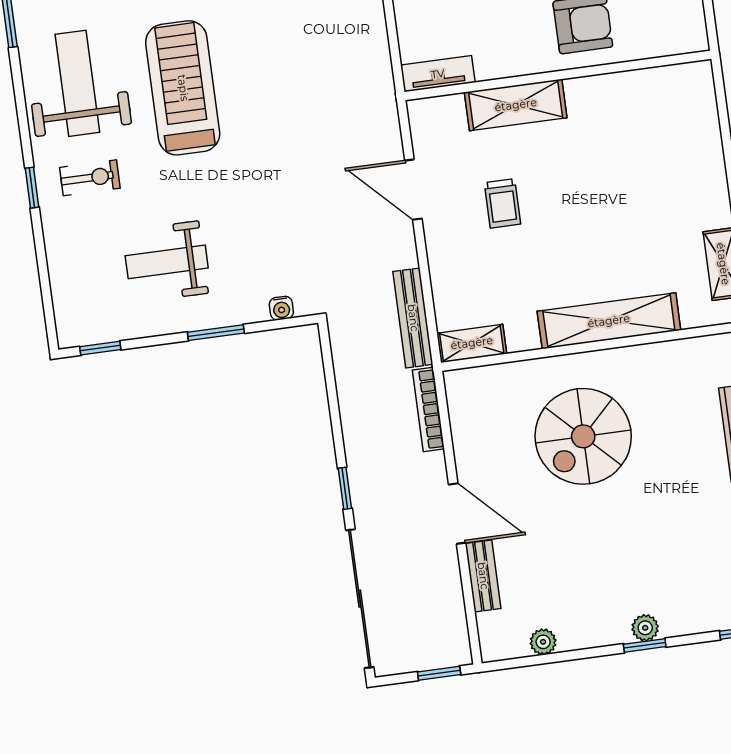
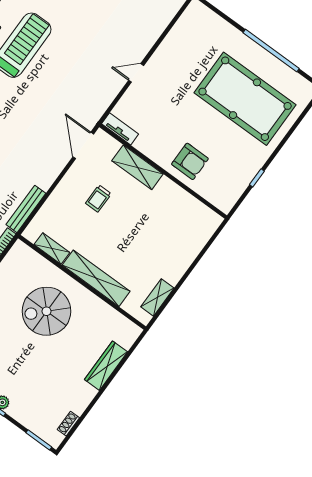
door: (413, 190) -> (83, 145), moved
shelving: (472, 343) -> (52, 249), moved

